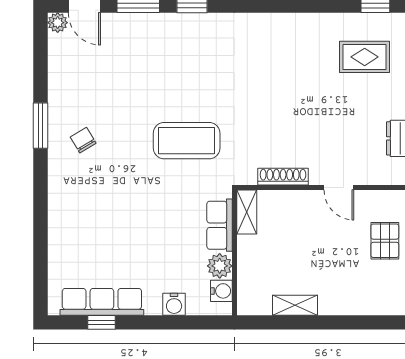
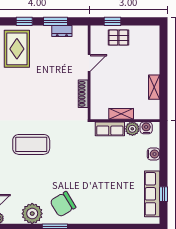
rug: (365, 57) -> (17, 49), width x1.36, depth x1.43
plant: (66, 85) -> (32, 214), added
chair: (83, 140) -> (63, 204), width x1.87, depth x1.87
coffee table: (187, 141) -> (31, 144), moved, turned 90
shelving: (247, 212) -> (121, 114), moved

